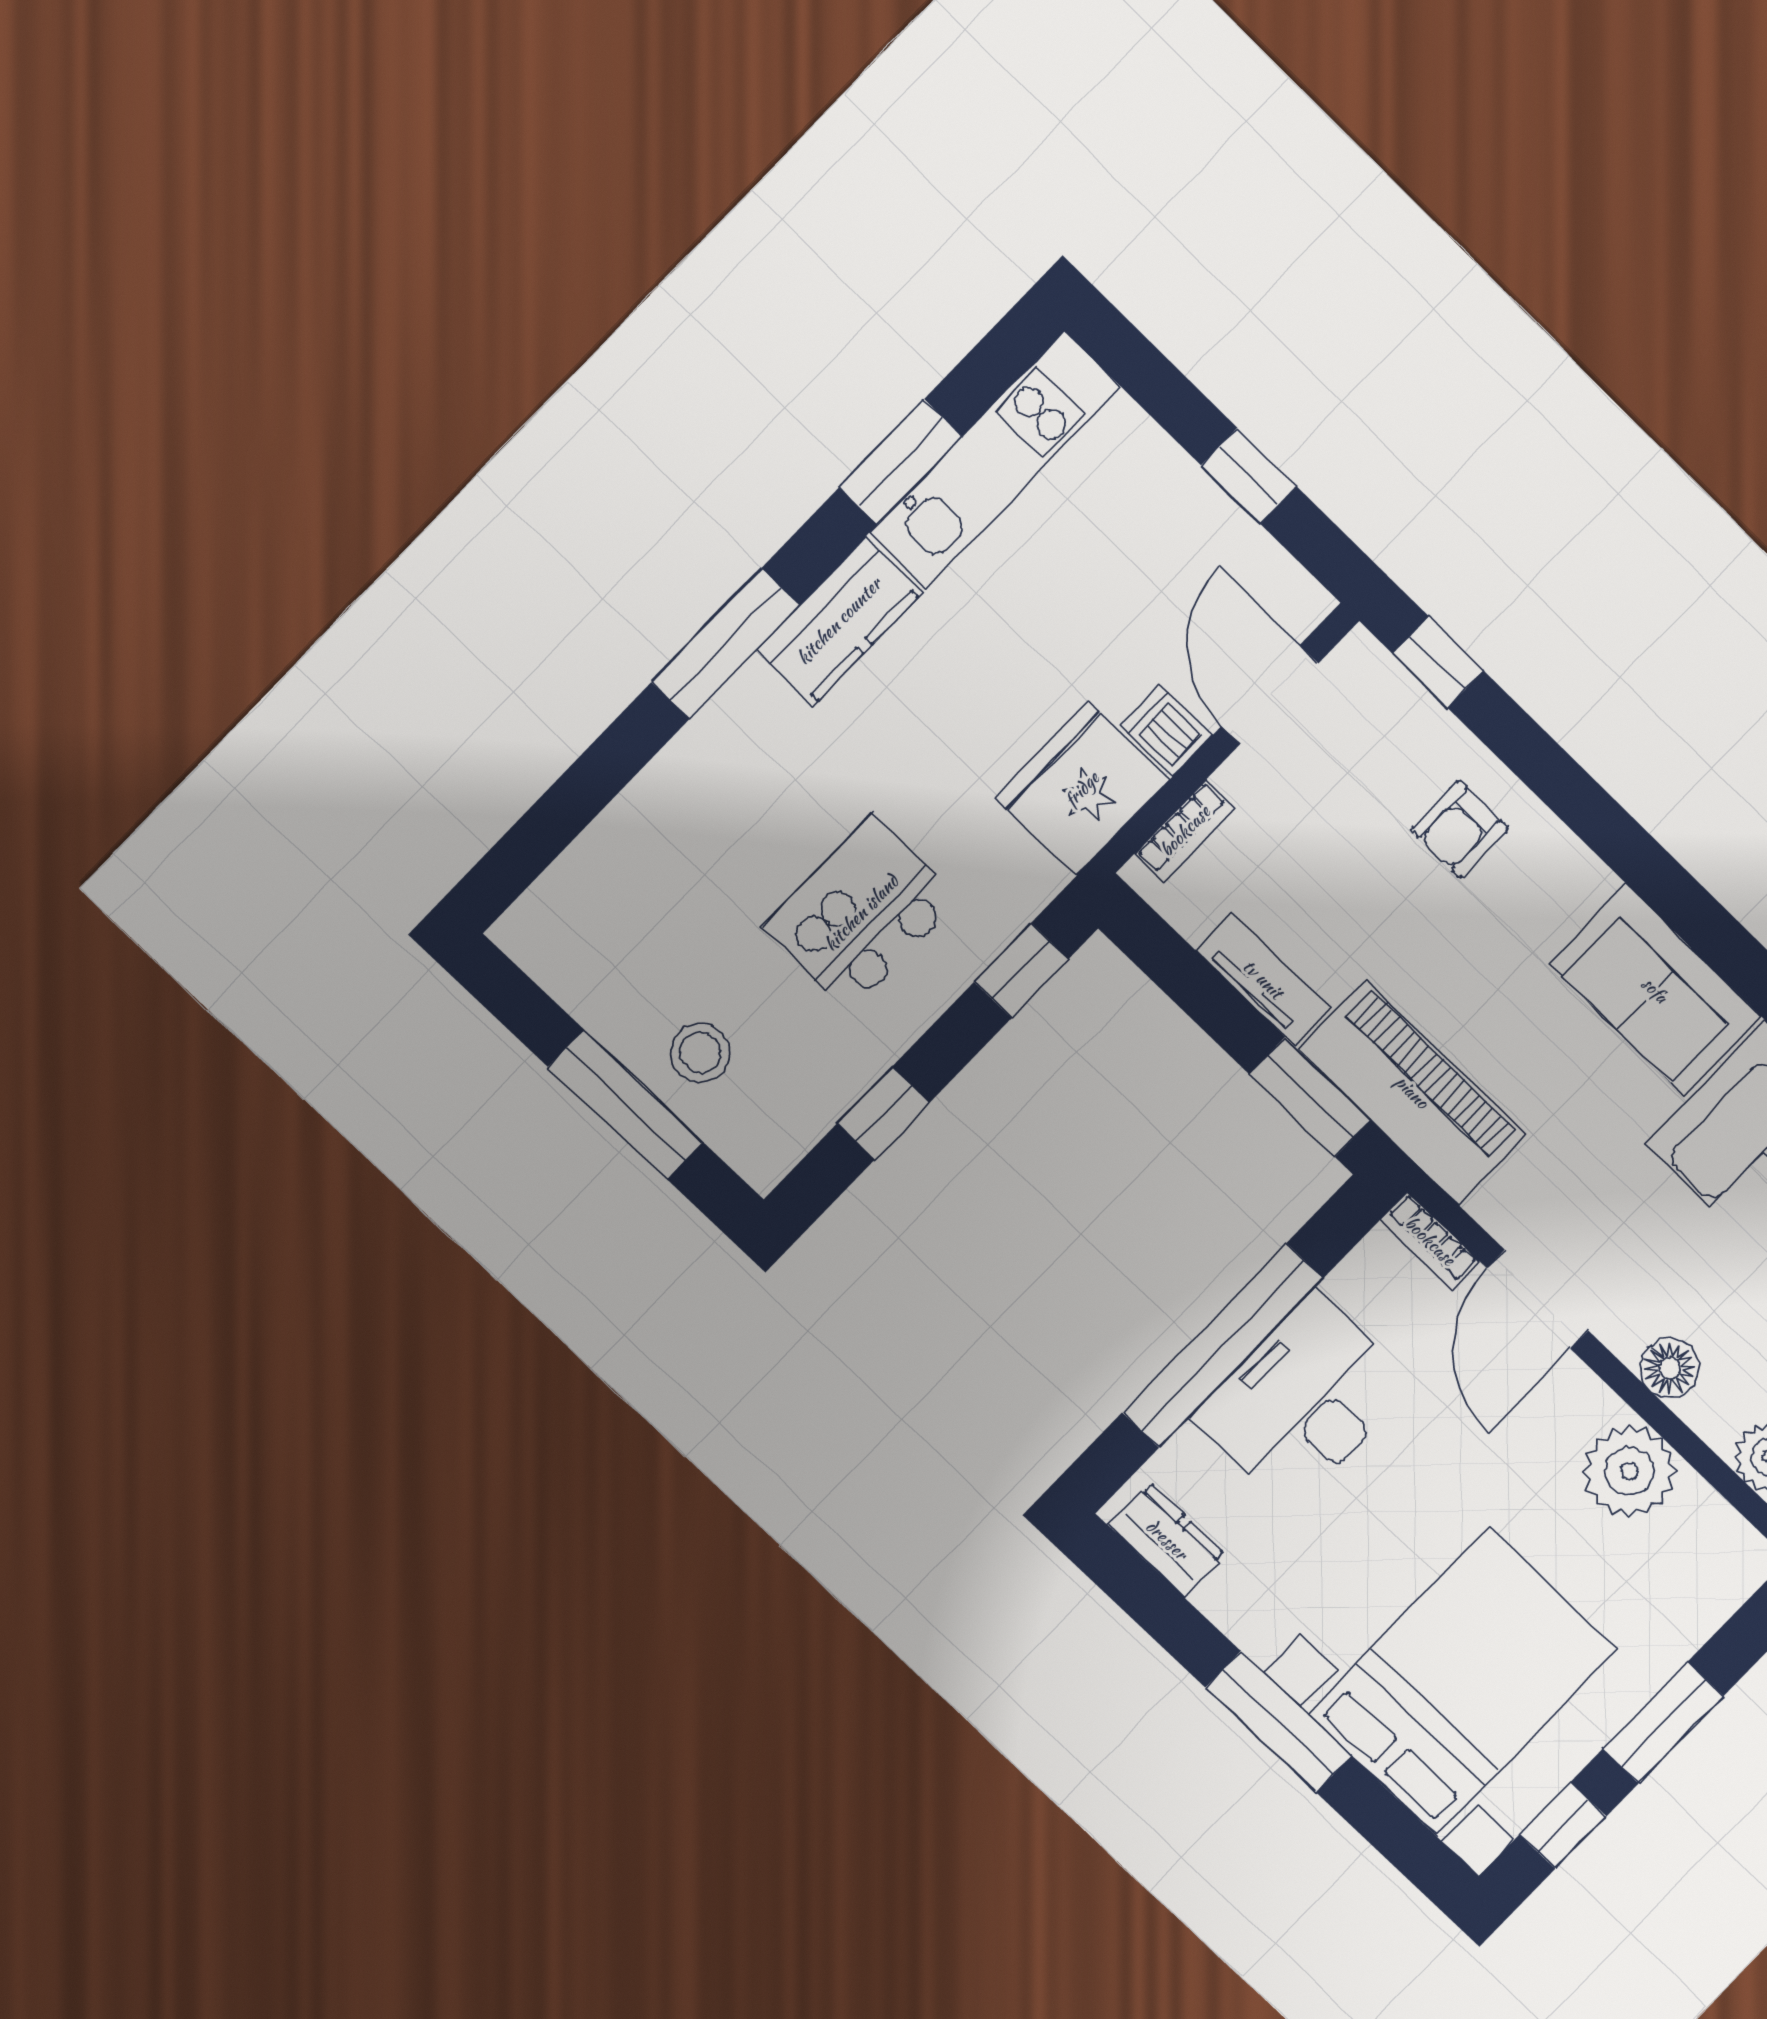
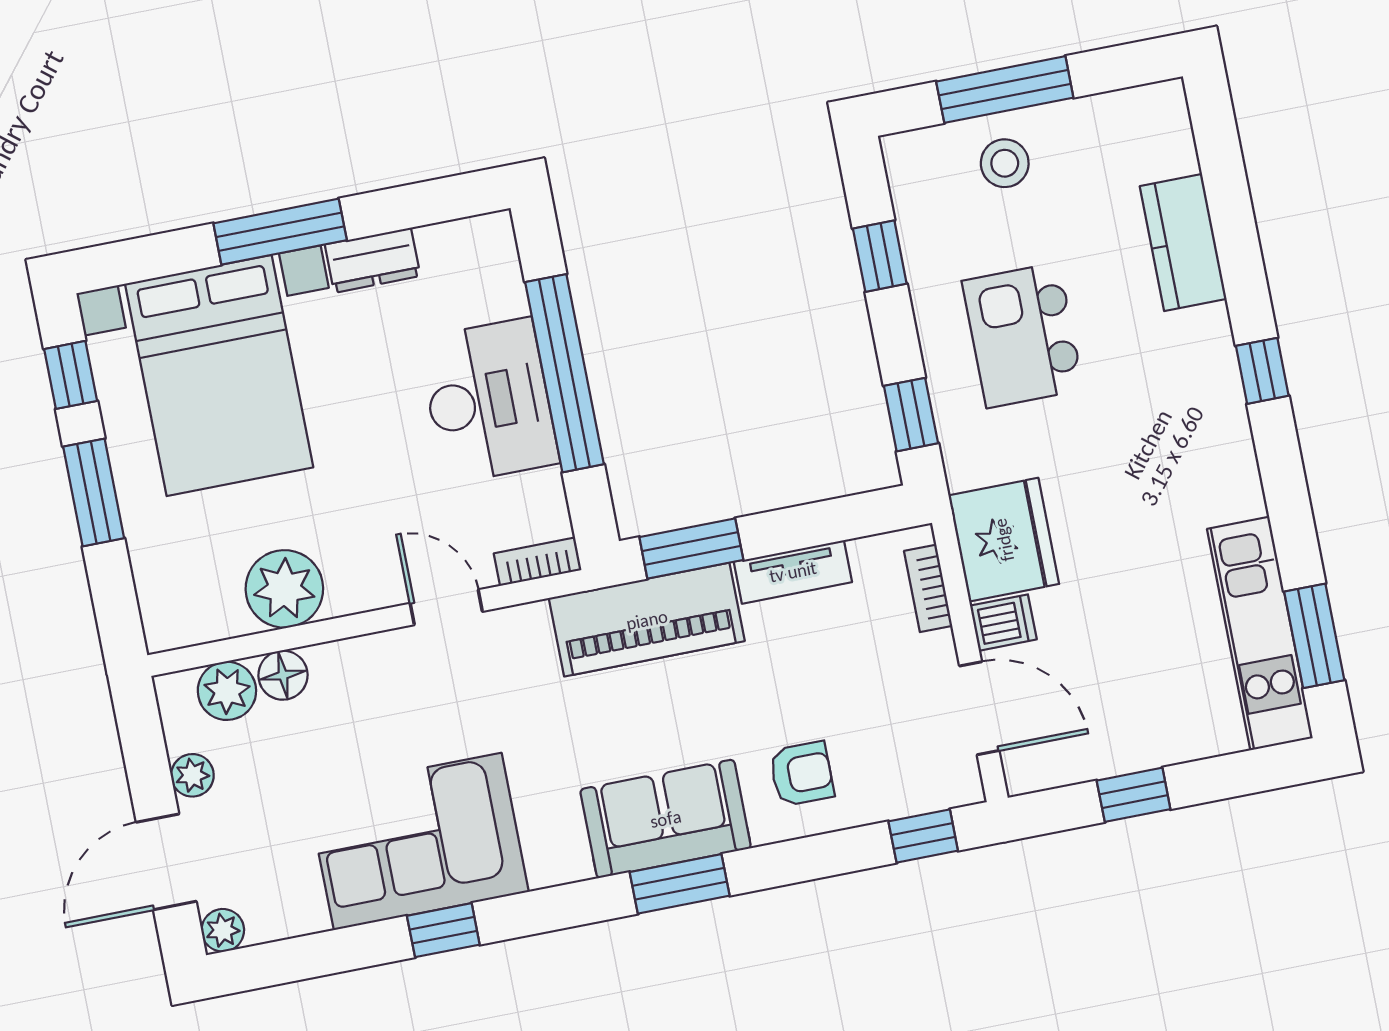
window: (901, 462) -> (1314, 636), moved
kitchen counter: (839, 621) -> (1183, 243), moved
window: (726, 644) -> (1262, 371), width x0.46
armchair: (1460, 829) -> (802, 774), turned 90
window: (1654, 875) -> (680, 884), added
kitchen island: (861, 913) -> (1023, 335), turned 180
sofa: (1655, 990) -> (666, 819), moved
door: (1538, 1299) -> (446, 607), width x0.73
floor lamp: (1670, 1368) -> (283, 675), moved
dresser: (1167, 1540) -> (373, 260), moved

